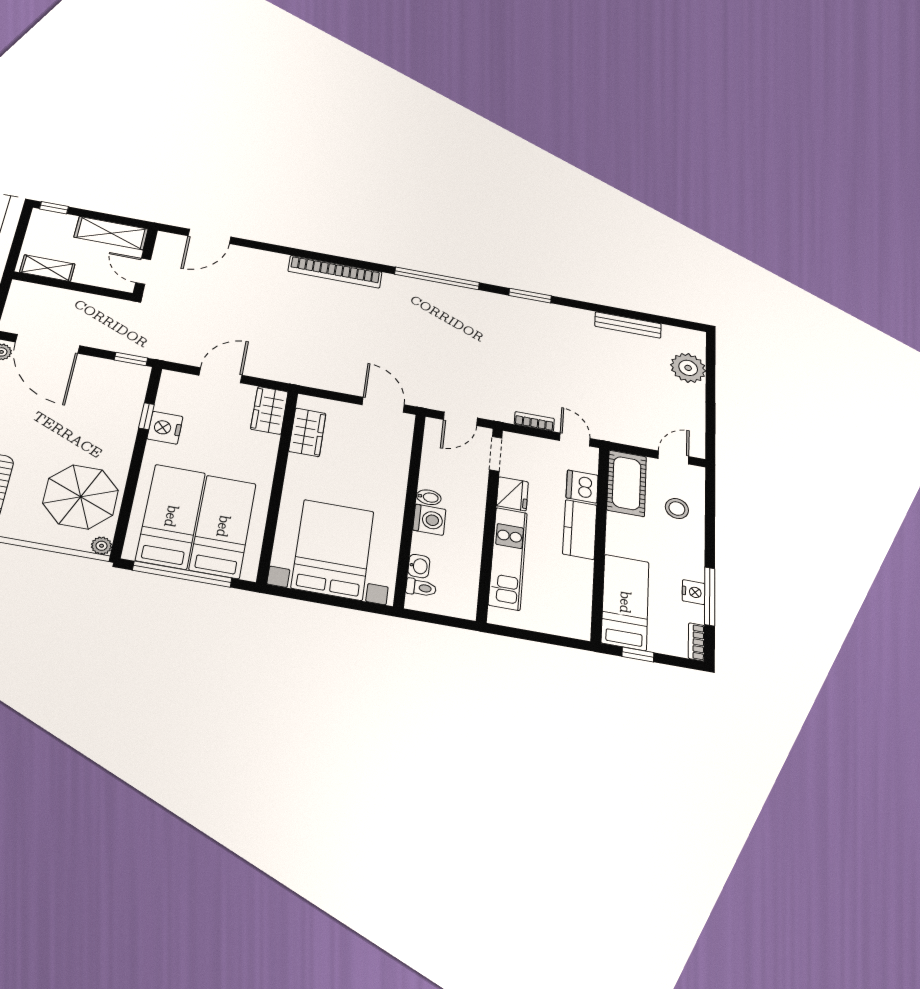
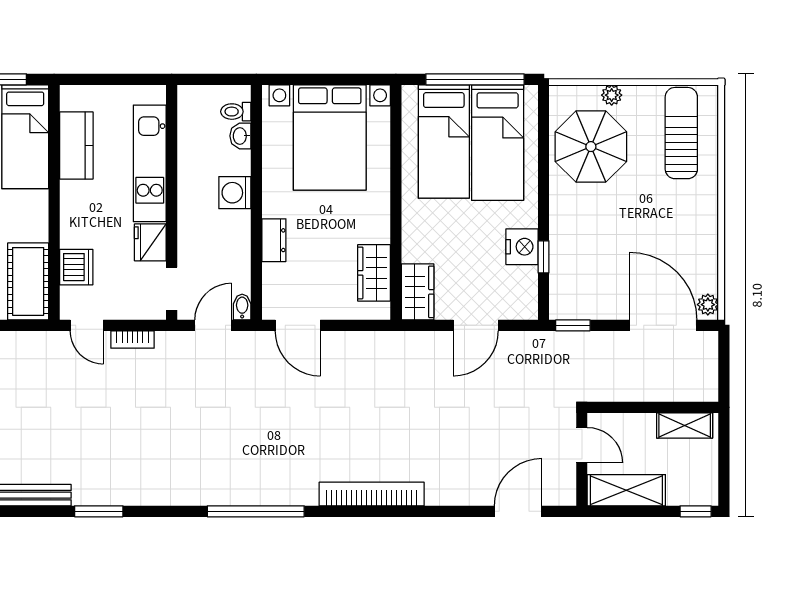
window: (530, 296) -> (99, 511), moved
dresser: (397, 475) -> (274, 240), added
bidet: (429, 497) -> (242, 307), moved, turned 90
kitchen counter: (580, 529) -> (76, 146), moved
plant: (102, 546) -> (612, 95), moved

